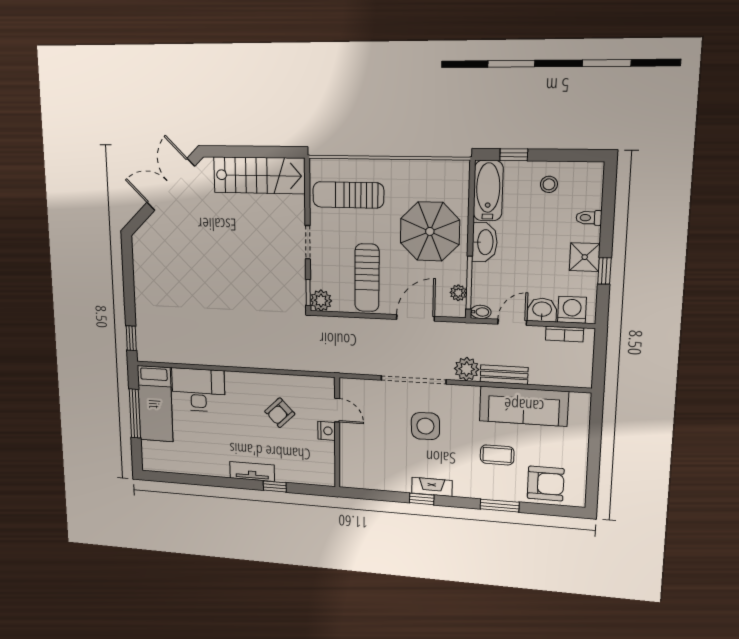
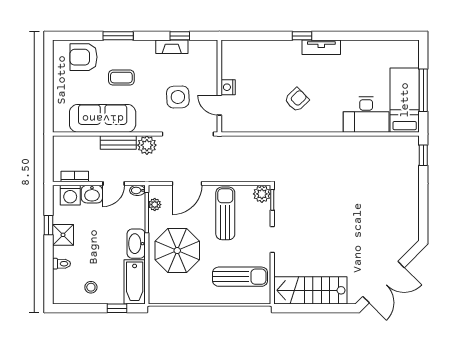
door: (337, 410) -> (219, 105), moved
nightstand: (327, 431) -> (228, 87), moved
wall: (337, 433) -> (219, 86), moved

